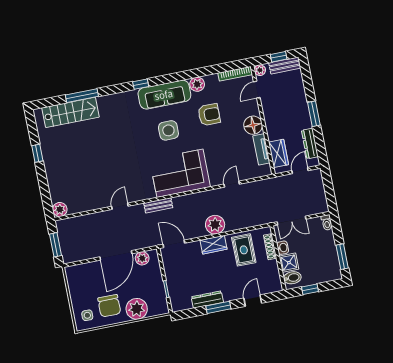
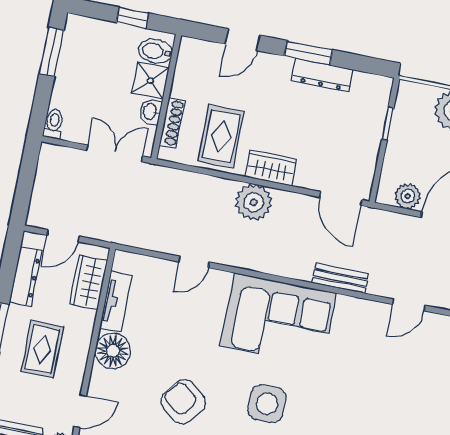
rug: (287, 112) -> (42, 349), added
armchair: (209, 115) -> (183, 402), turned 38

